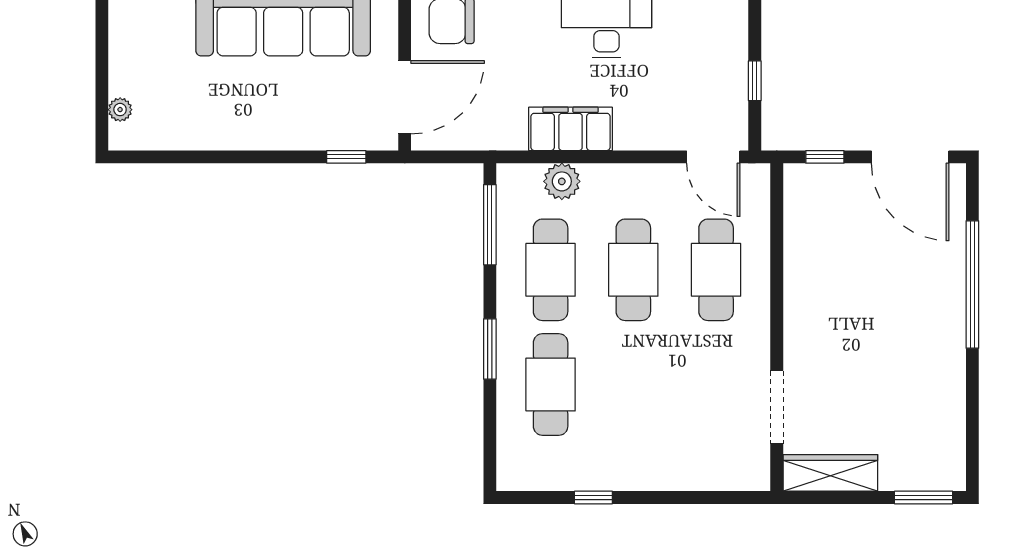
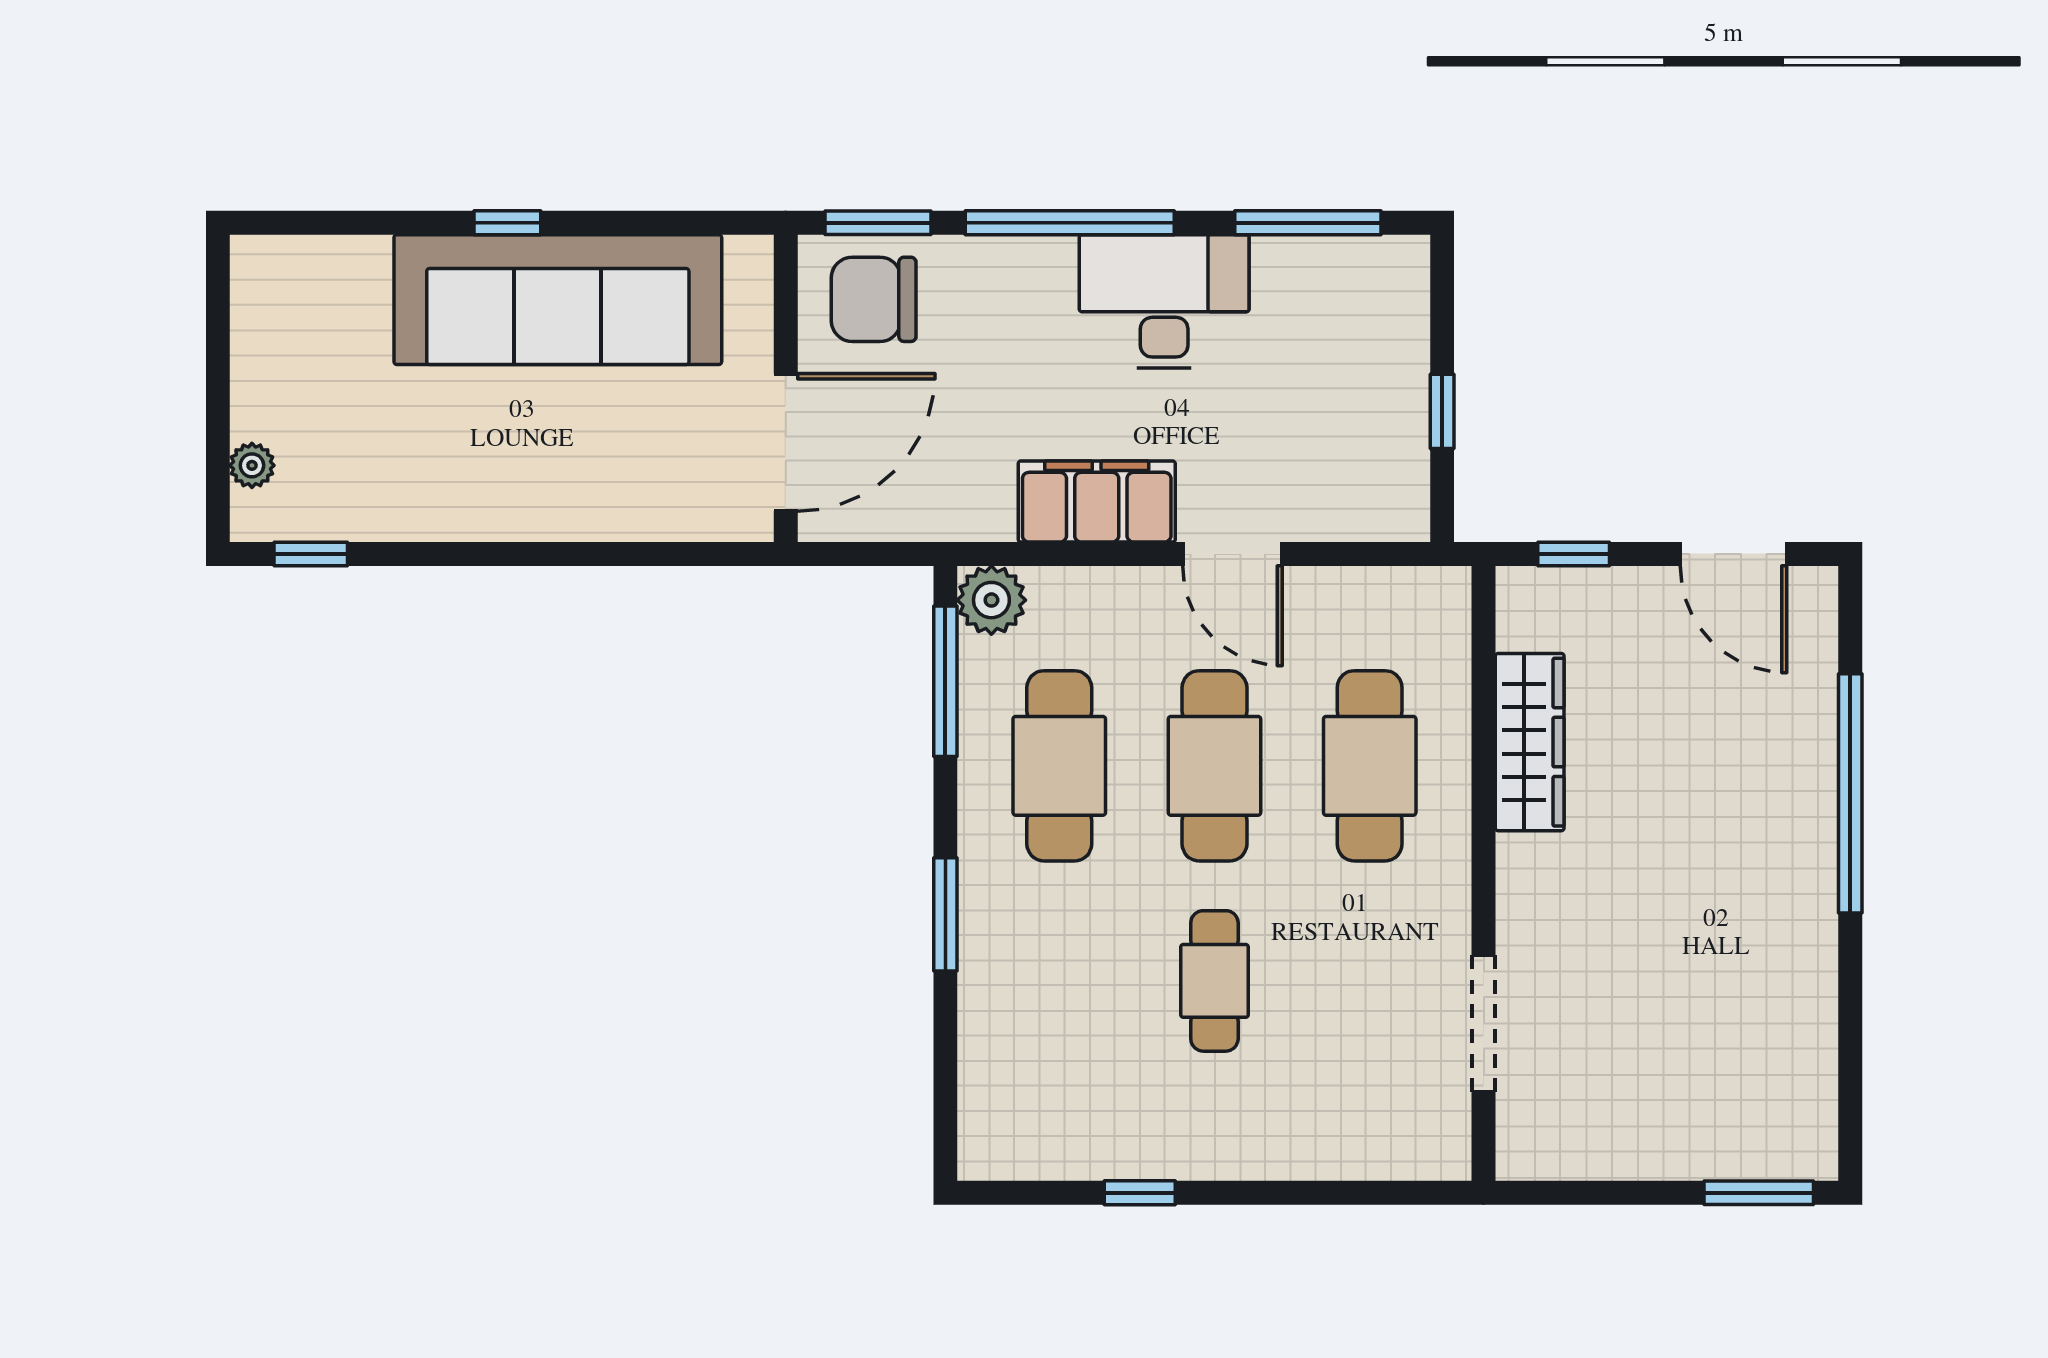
window: (346, 157) -> (311, 554), moved
door: (713, 157) -> (1232, 554), moved
door: (910, 157) -> (1734, 554), width x0.73
plant: (562, 181) -> (991, 600), moved
cafe table: (551, 384) -> (1214, 981), moved, width x0.73, depth x0.74
wardrobe: (830, 473) -> (1530, 742), moved, turned 90

